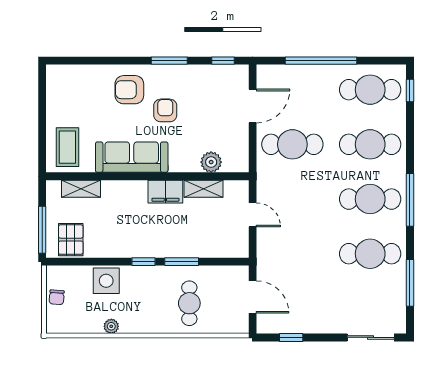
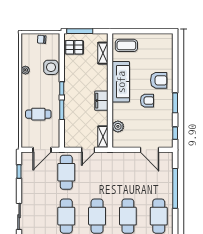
armchair: (129, 90) -> (159, 80), turned 90
cafe table: (292, 144) -> (66, 172), moved
shelving: (204, 189) -> (103, 137), moved

